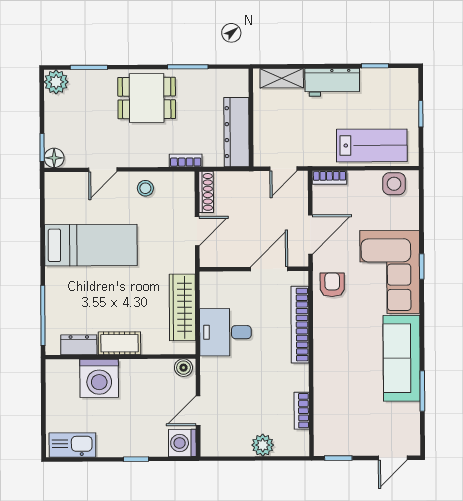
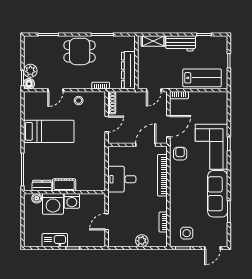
plant: (56, 82) -> (30, 71), moved
side table: (394, 184) -> (187, 233), moved
wardrobe: (182, 307) -> (98, 166), removed
boiler: (183, 368) -> (37, 198), moved
washing machine: (182, 443) -> (72, 201), moved, turned -90
kitchen sink: (72, 445) -> (55, 240), moved

